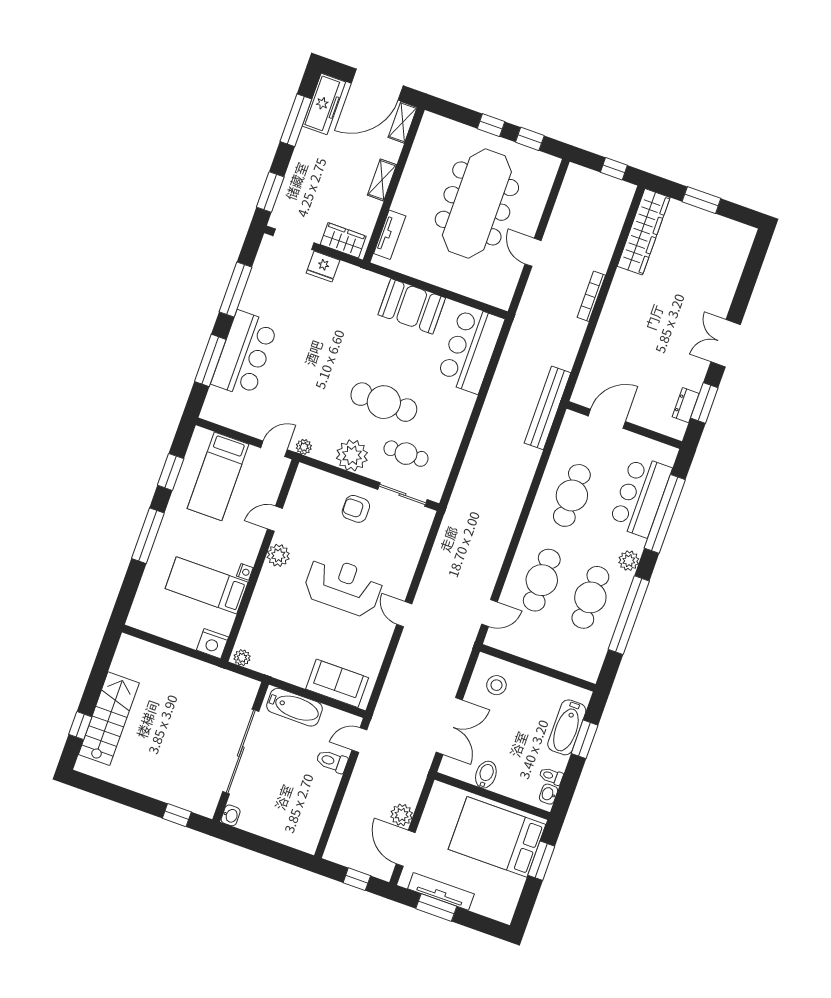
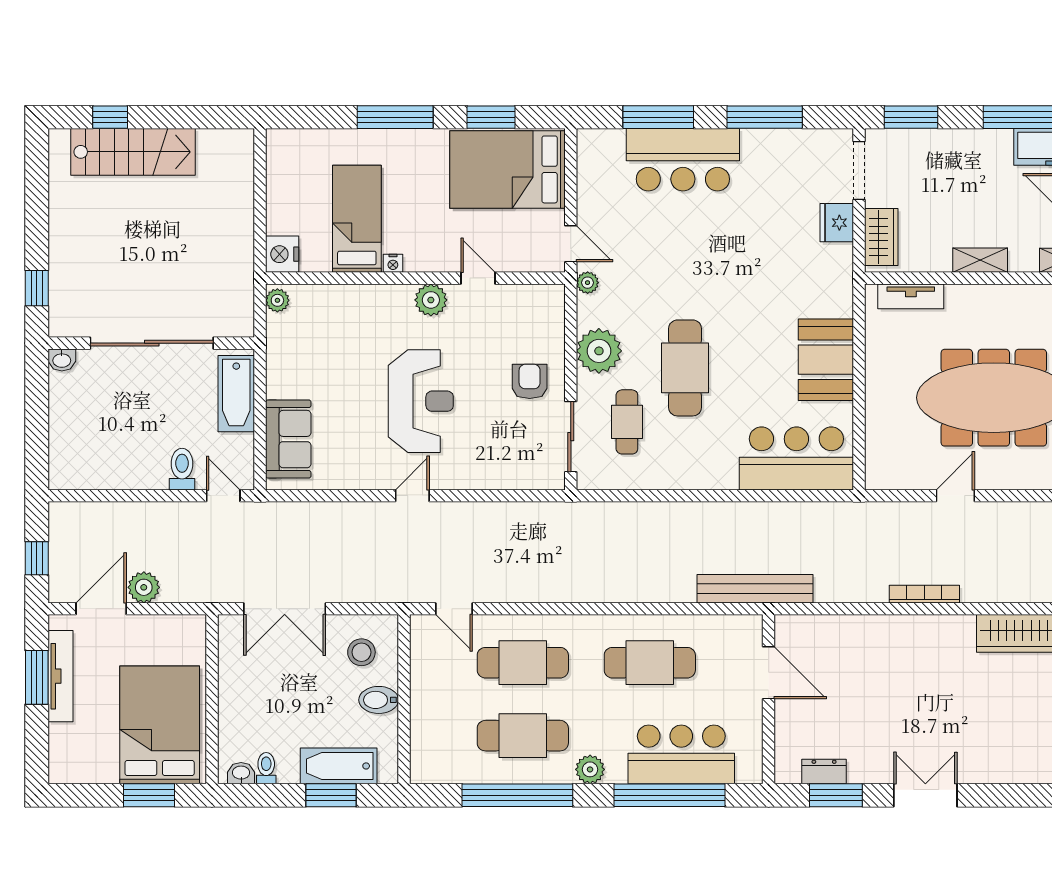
bed: (218, 476) -> (508, 169), width x1.50
bidet: (486, 775) -> (379, 700), moved, turned 180

